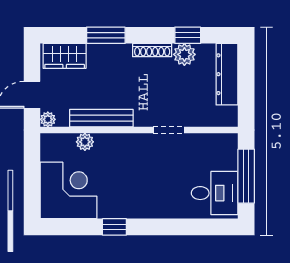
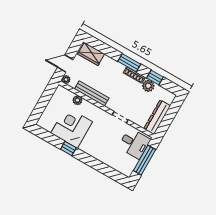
window: (106, 35) -> (129, 63), moved
dresser: (227, 74) -> (157, 117), moved
corner desk: (69, 190) -> (72, 127), moved, turned -90
desk: (215, 193) -> (134, 143), moved

